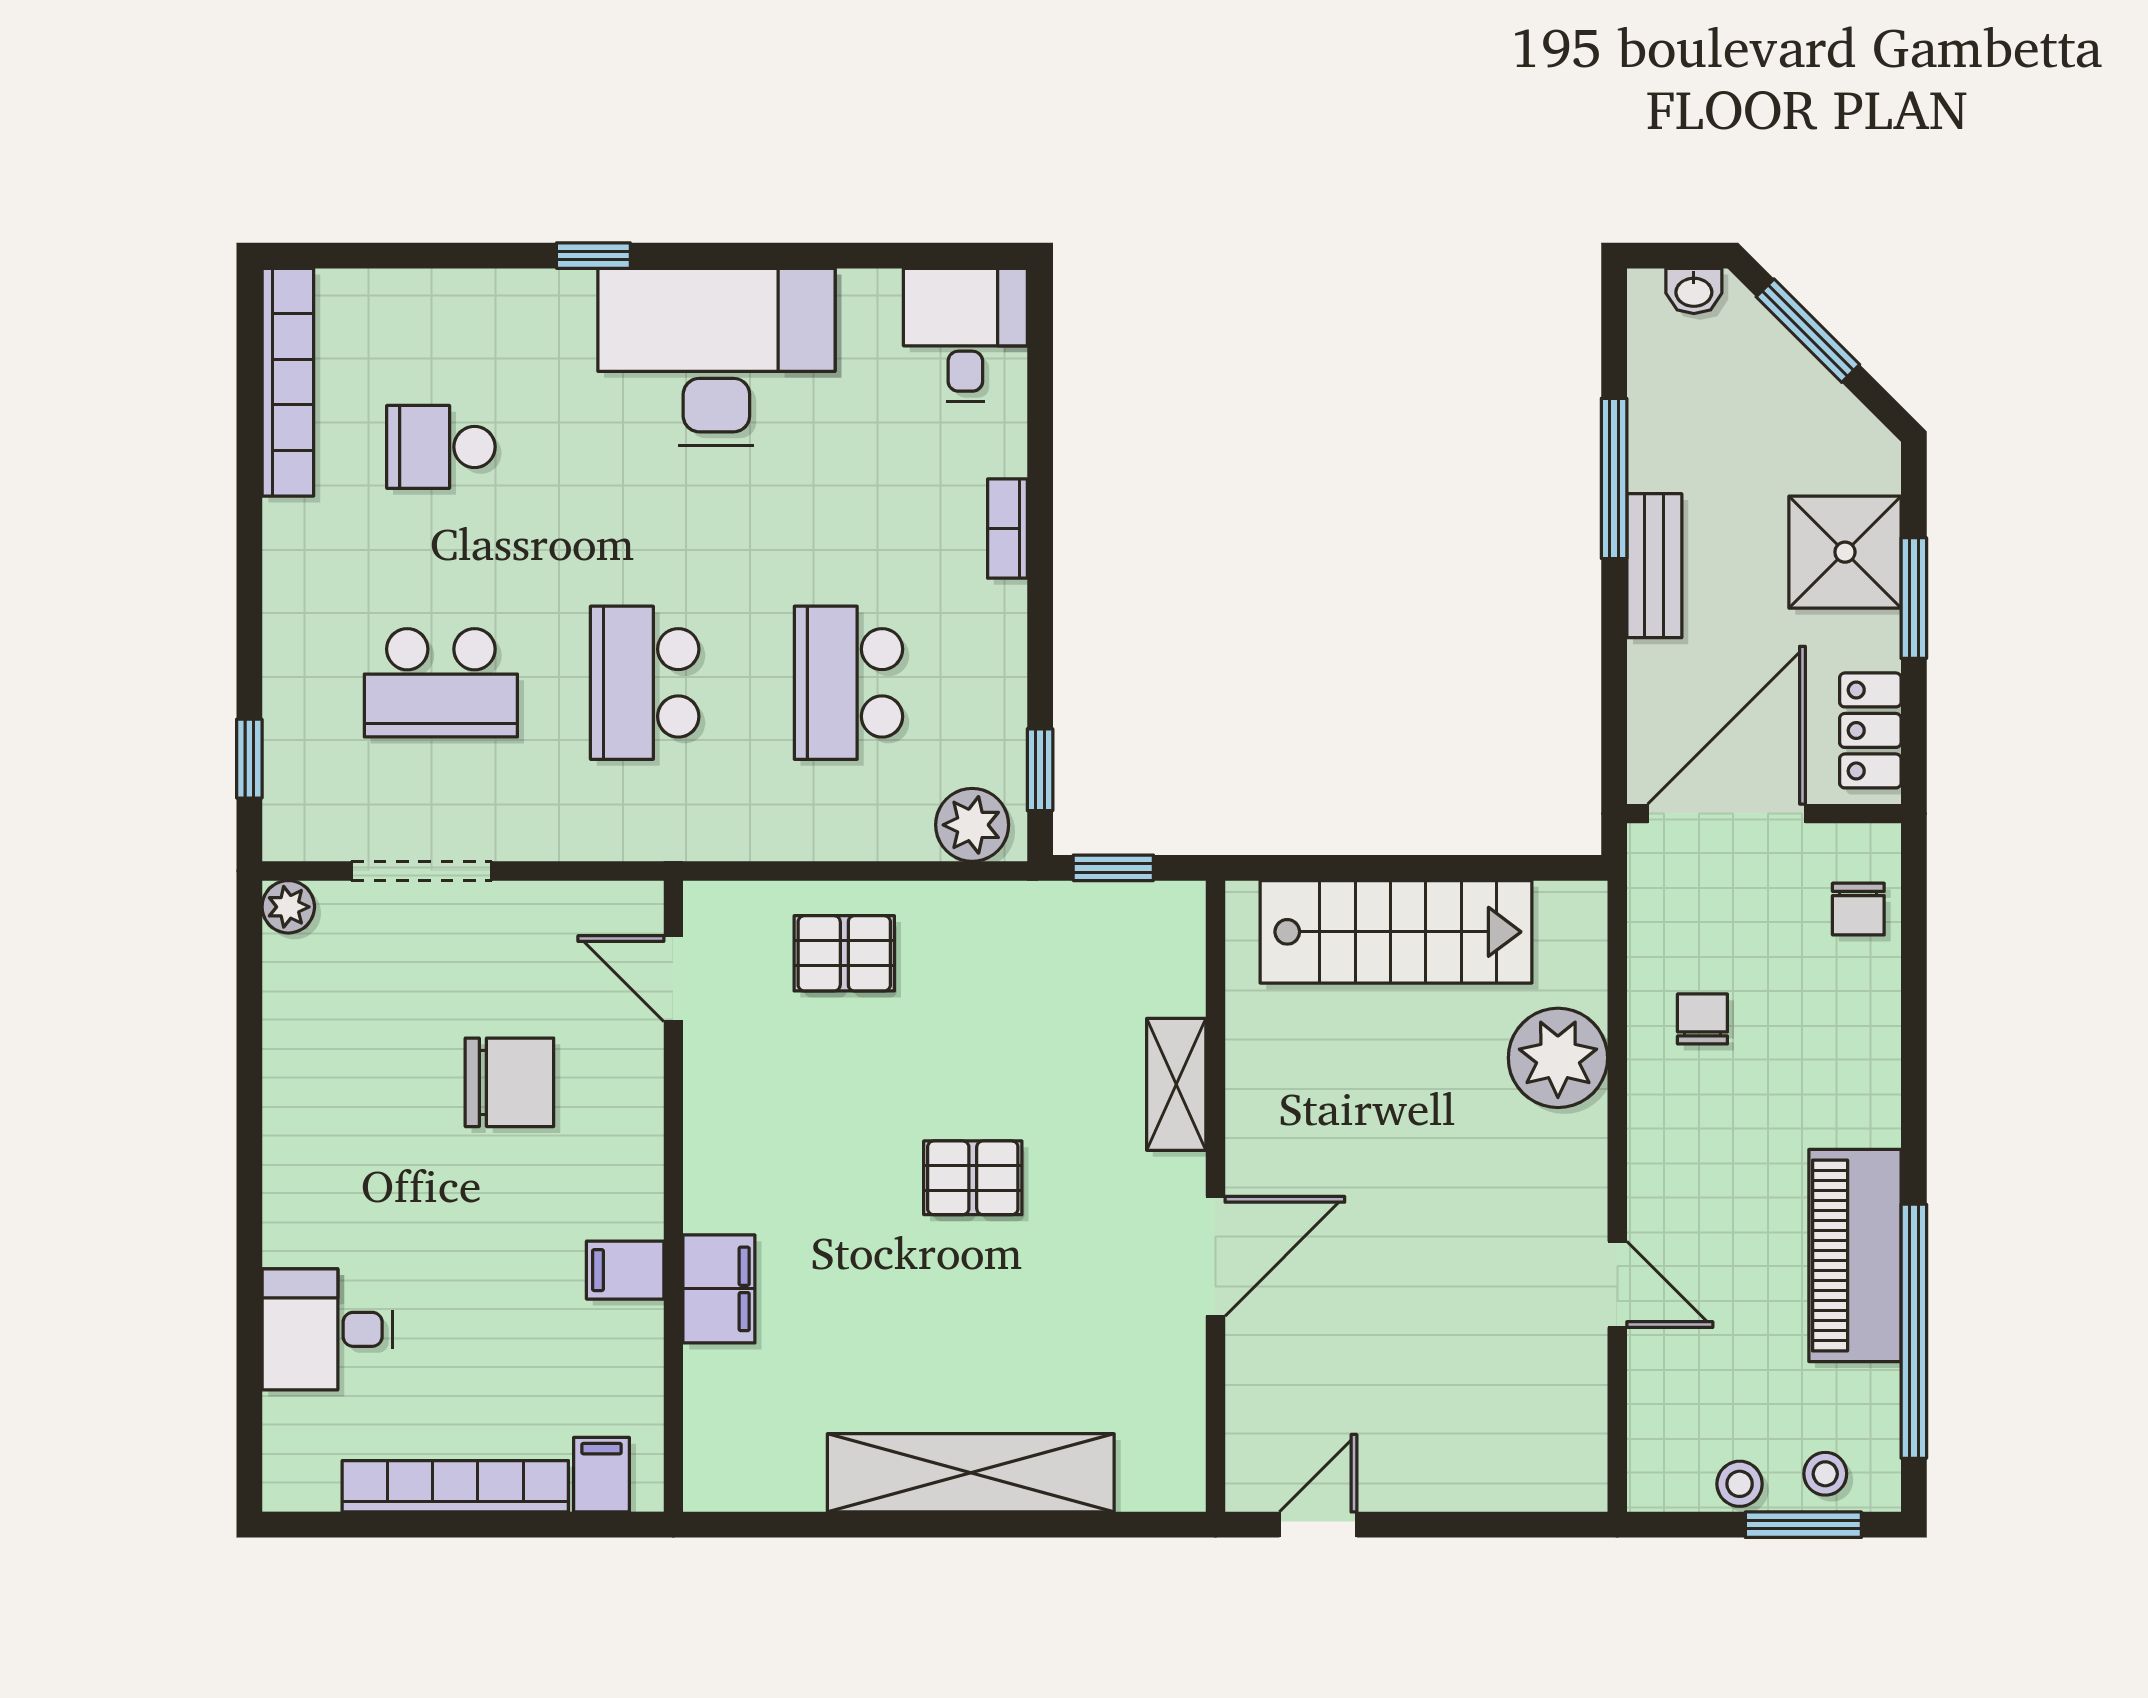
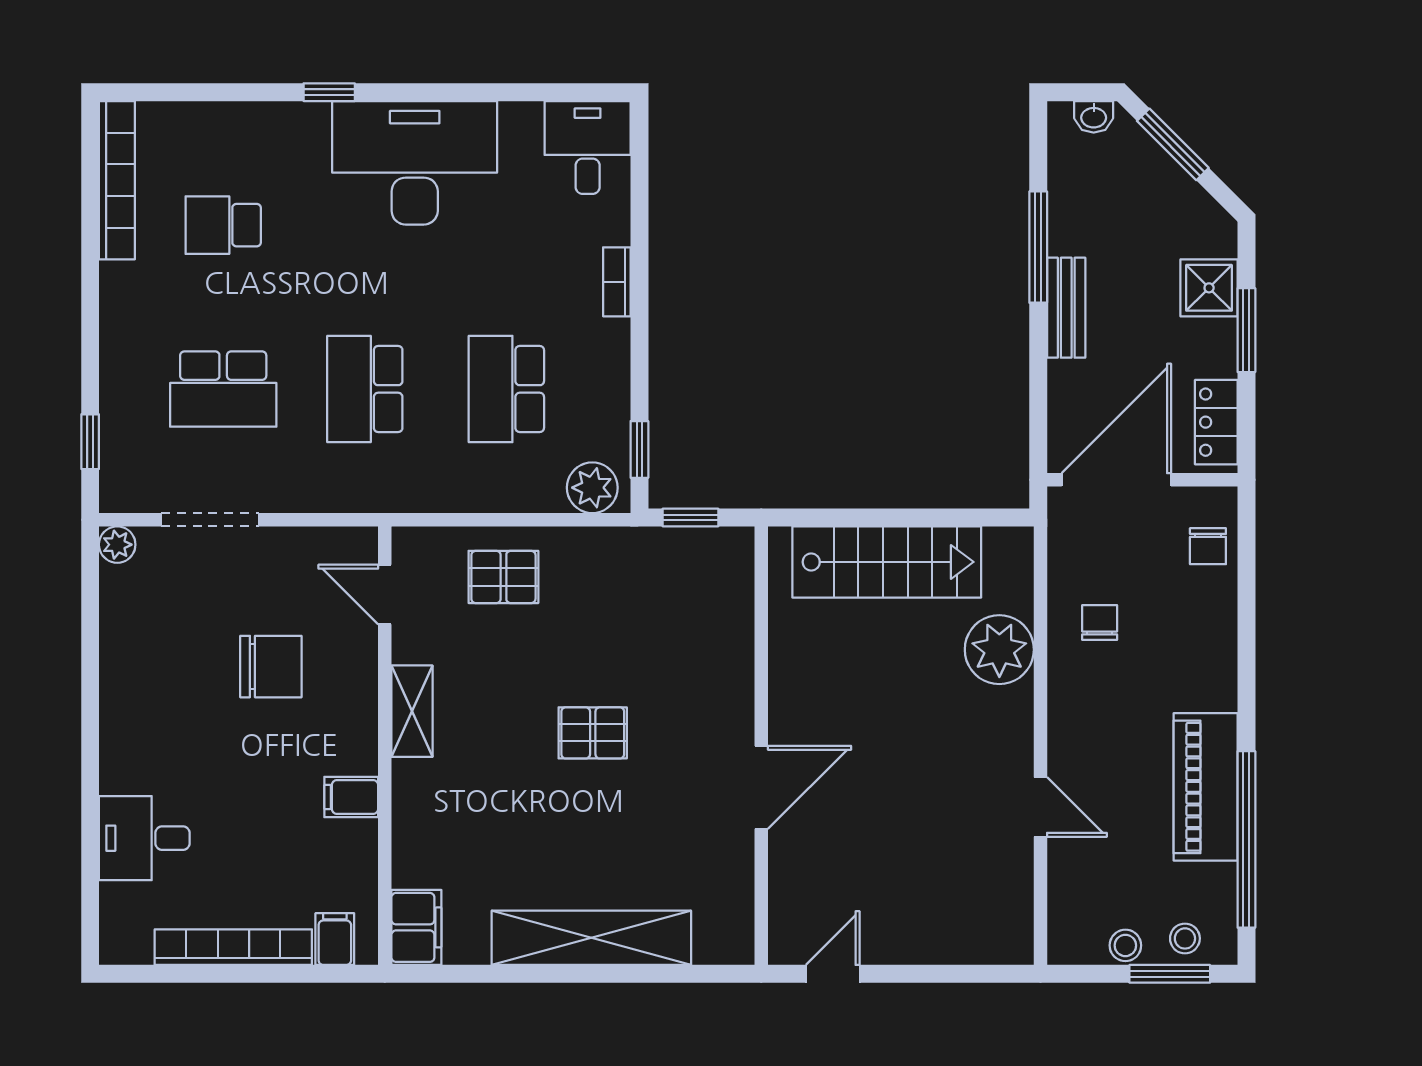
shower: (1845, 552) -> (1209, 288), width x0.73, depth x0.73
shelving: (1176, 1084) -> (412, 711), moved
filing cabinet: (719, 1289) -> (416, 927), moved

